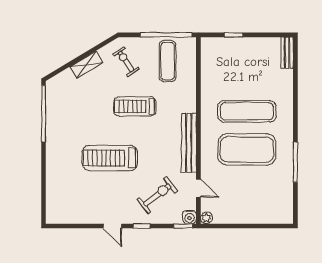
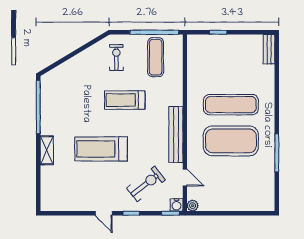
exercise bike: (126, 61) -> (116, 57), turned 34
shelving: (86, 65) -> (47, 150), moved, turned -59

